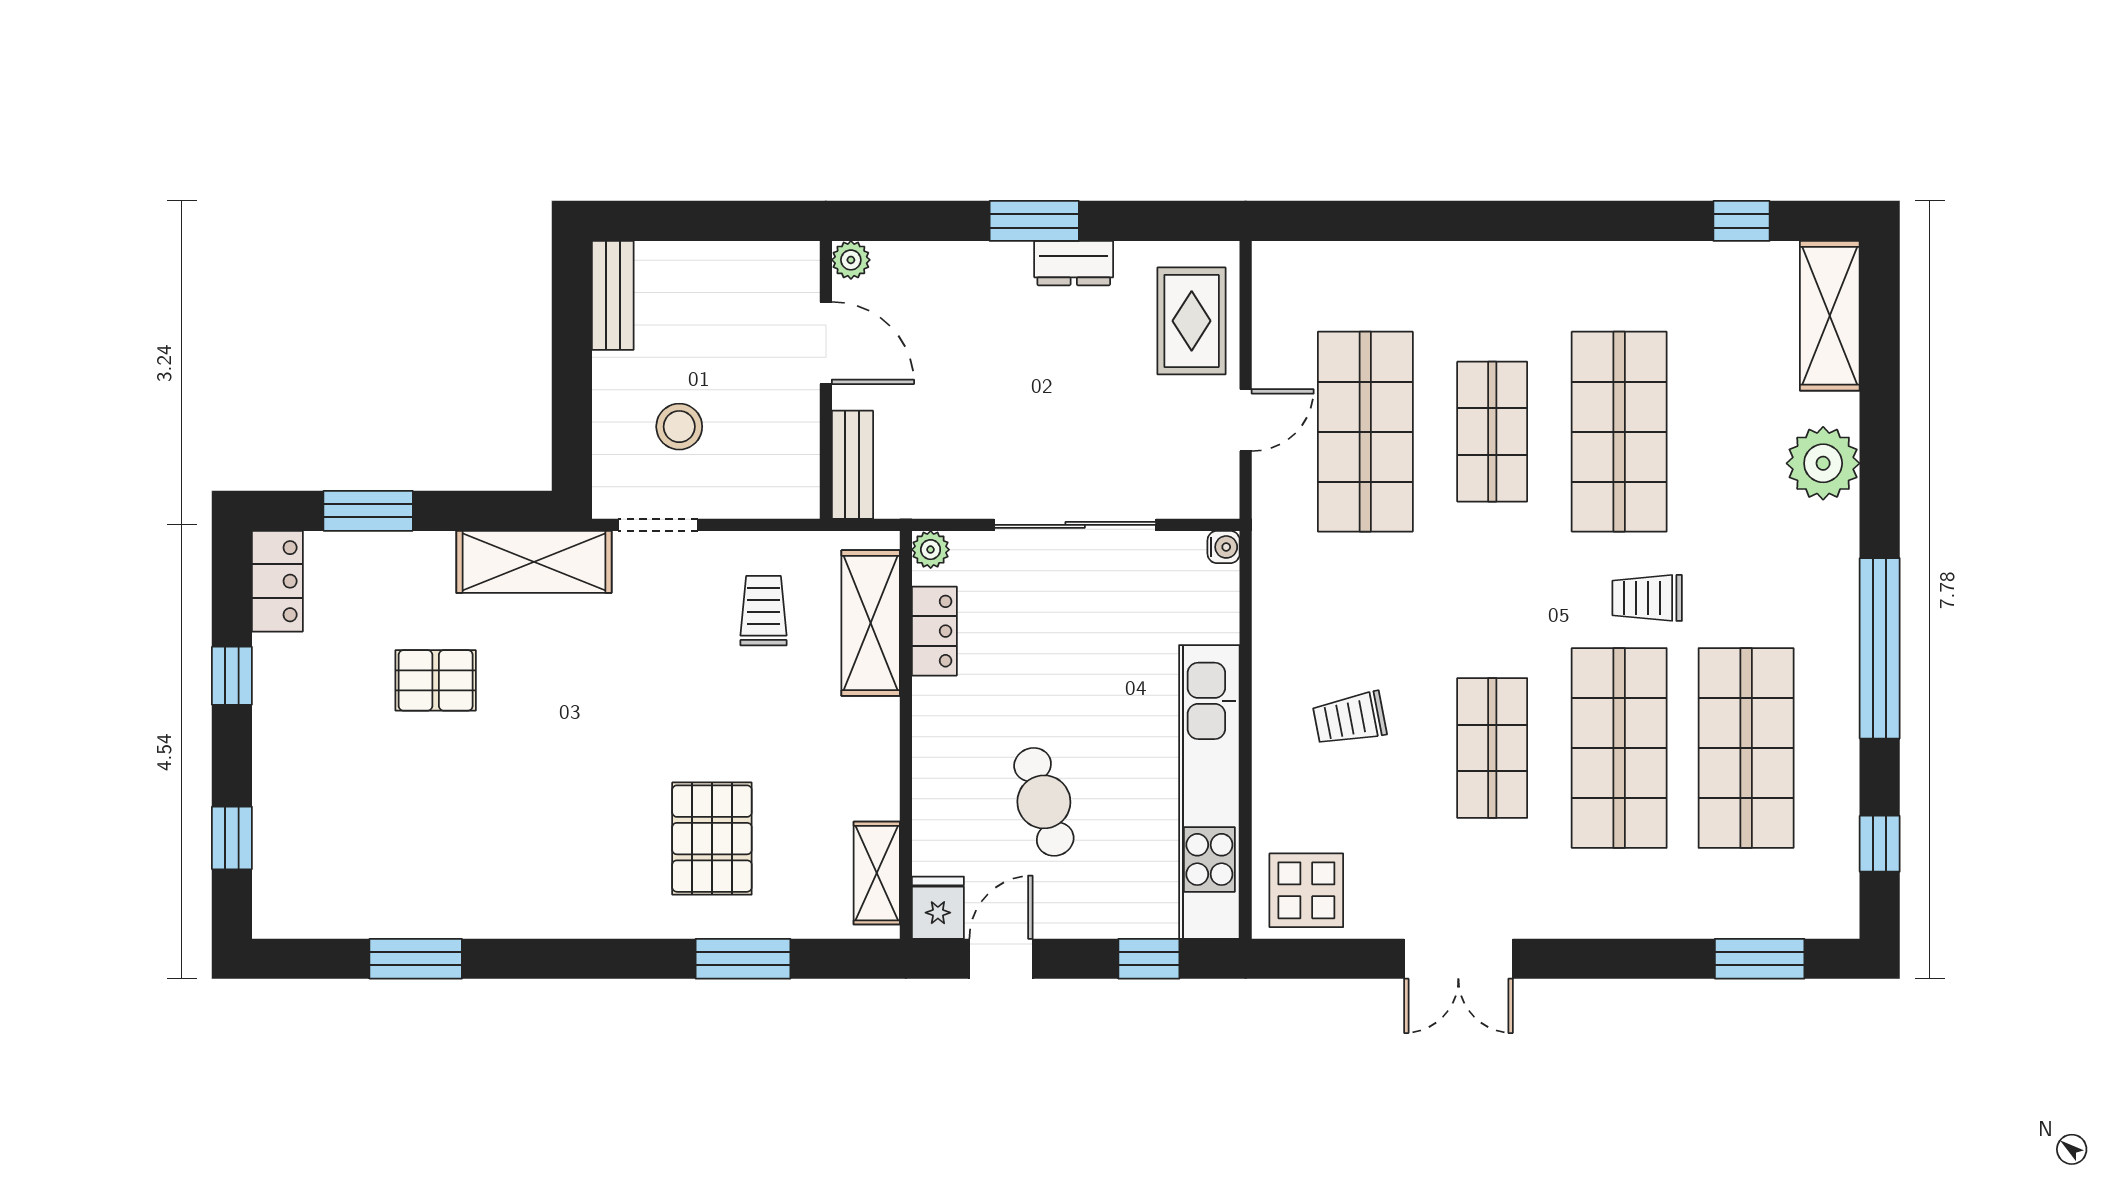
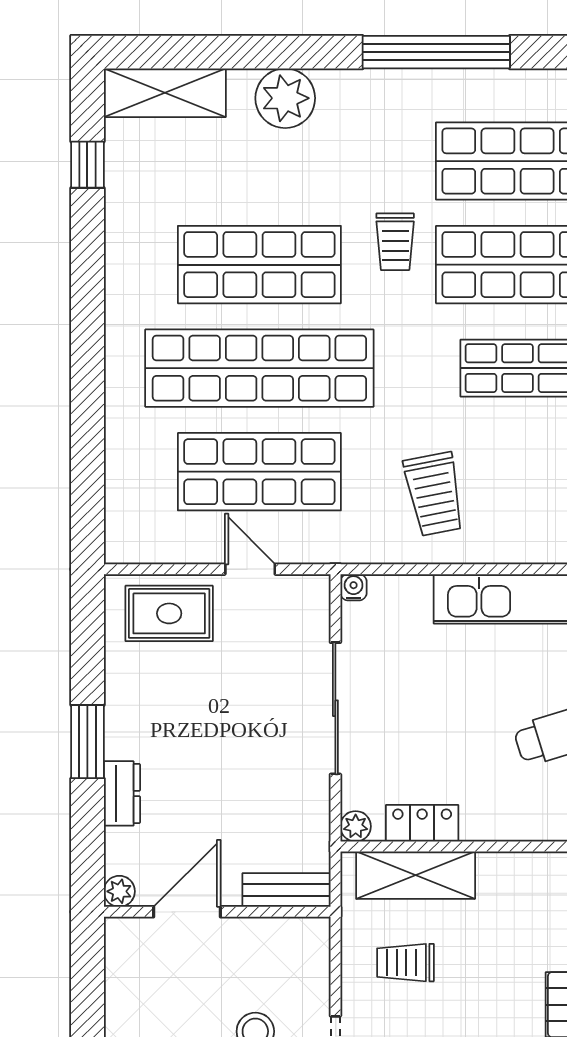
dresser: (1074, 263) -> (122, 793), moved
shop shelf: (1492, 432) -> (259, 368), width x2.00, depth x1.36
trolley: (1350, 719) -> (434, 494), moved, width x1.36, depth x1.39

